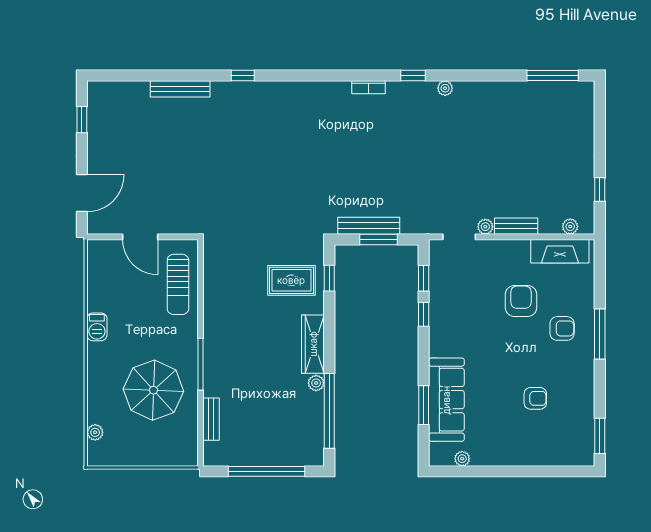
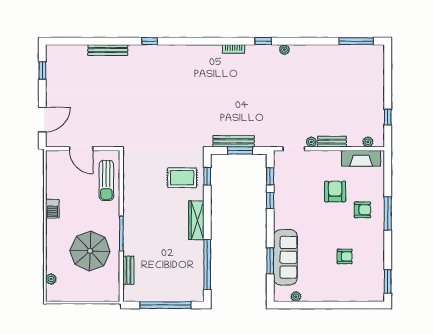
plant: (316, 383) -> (198, 246), removed

